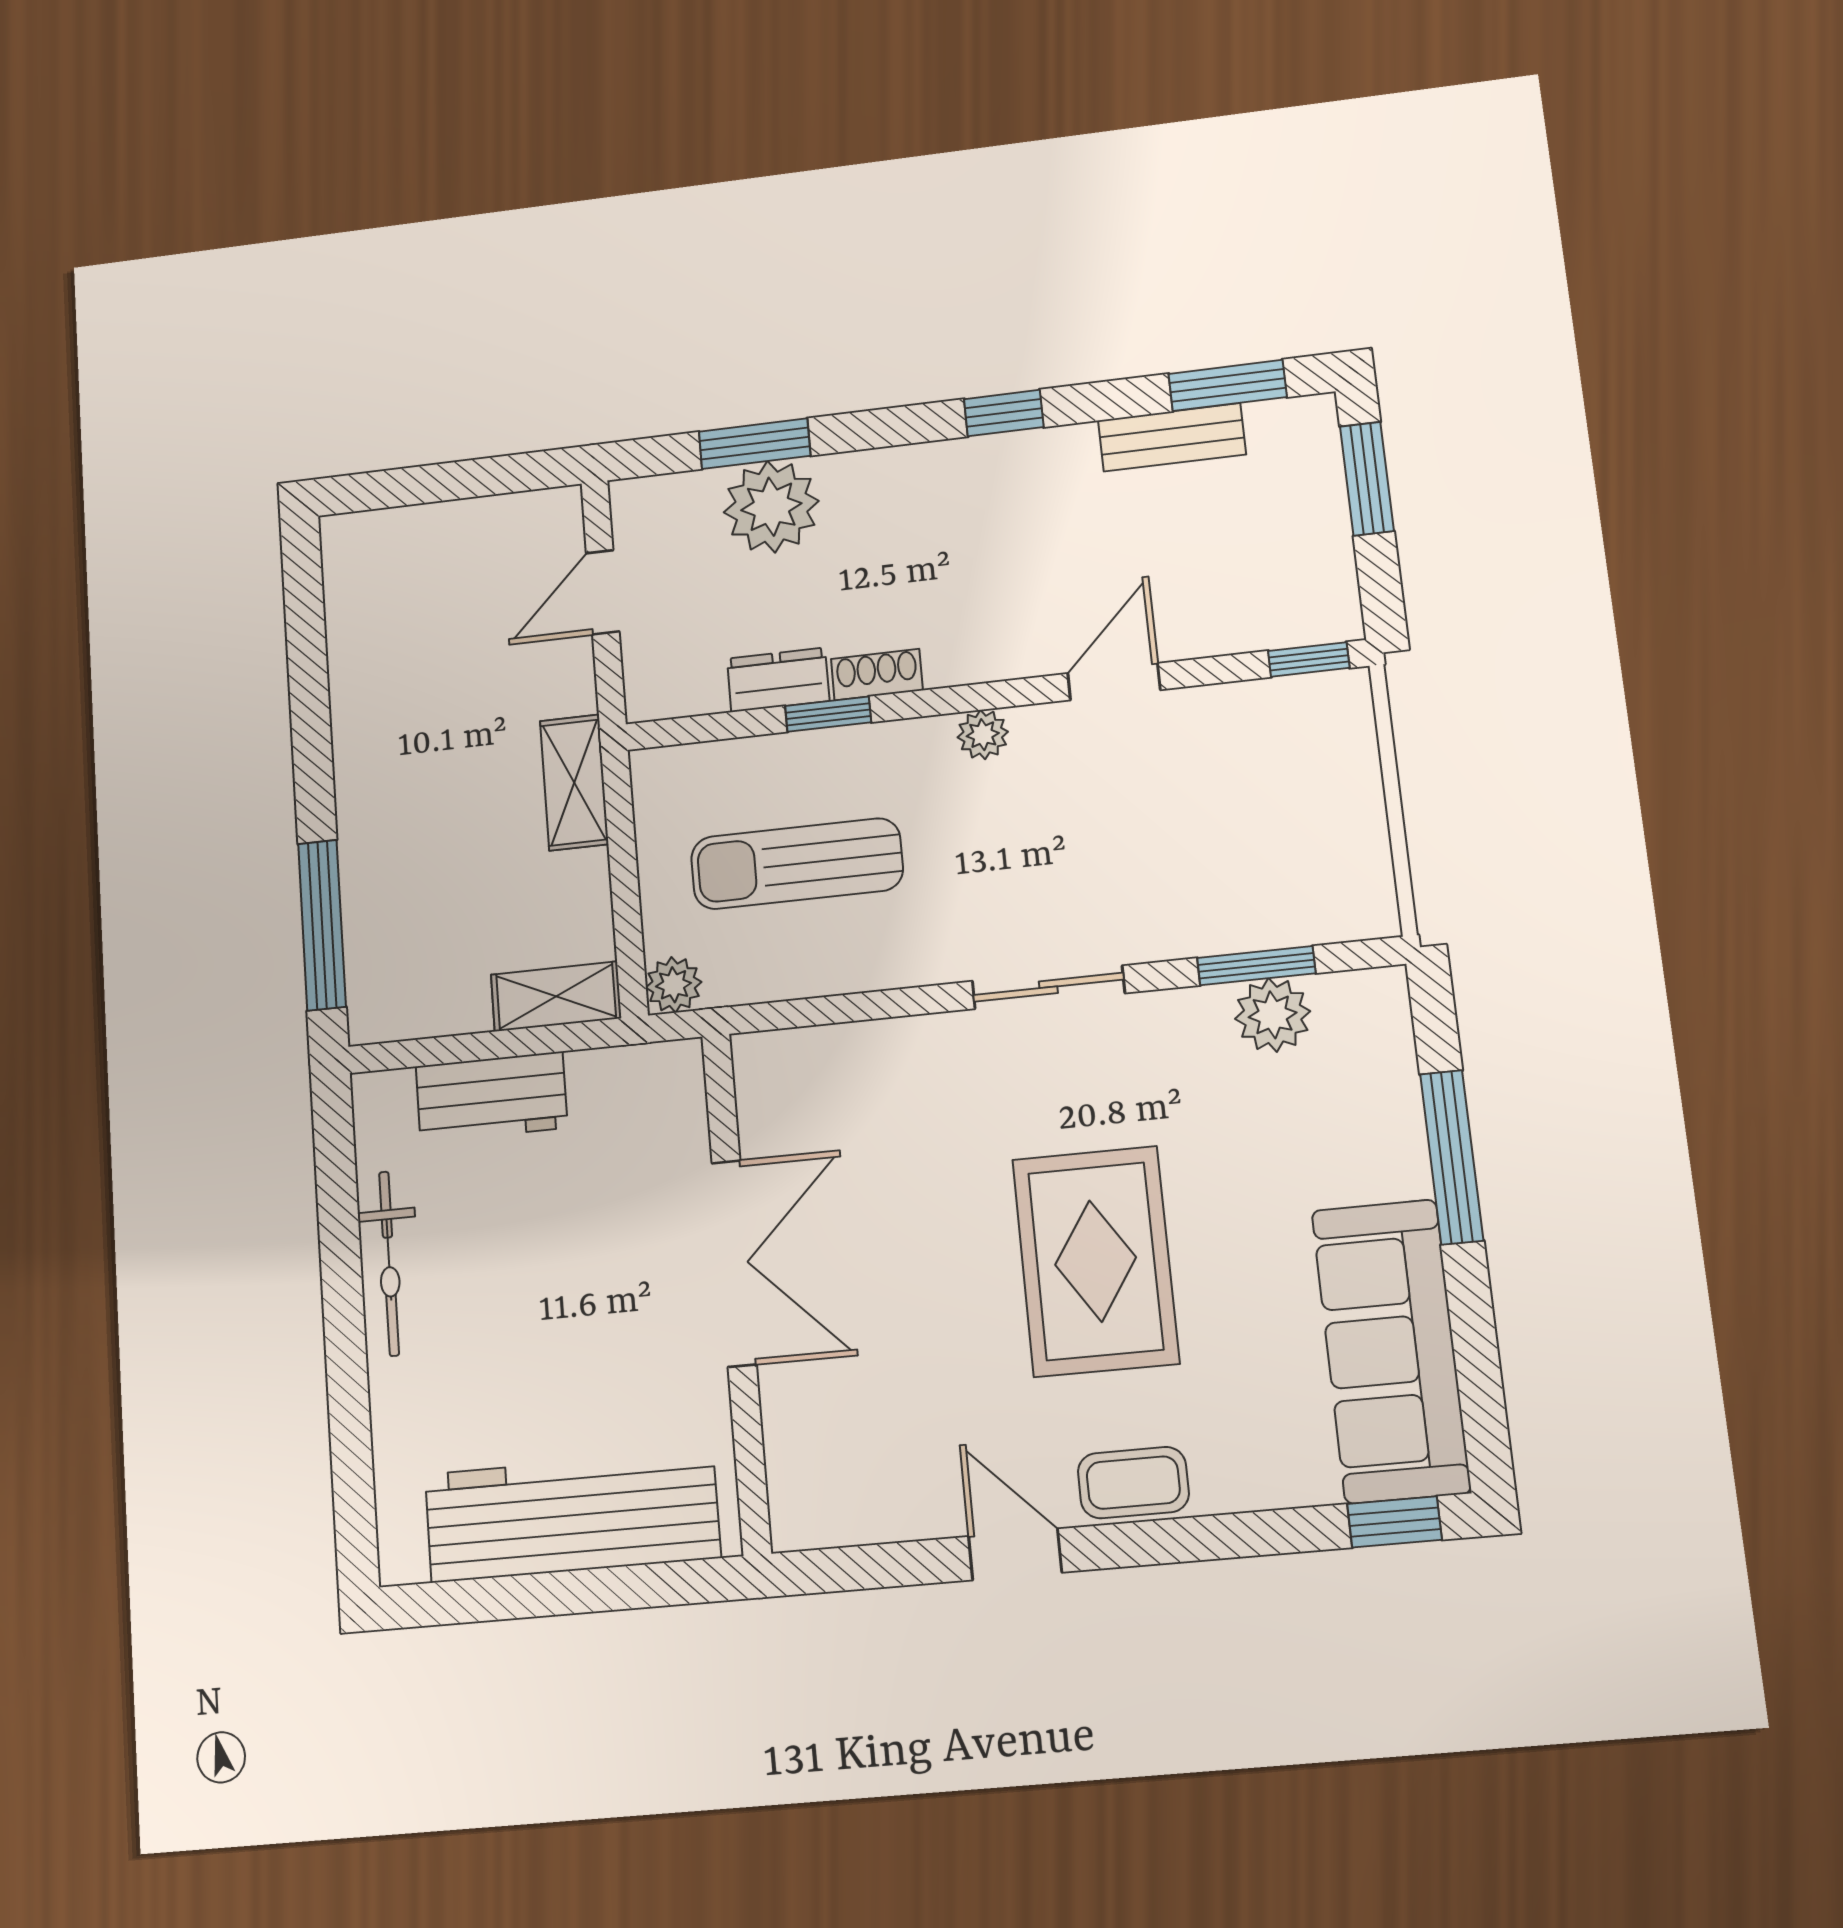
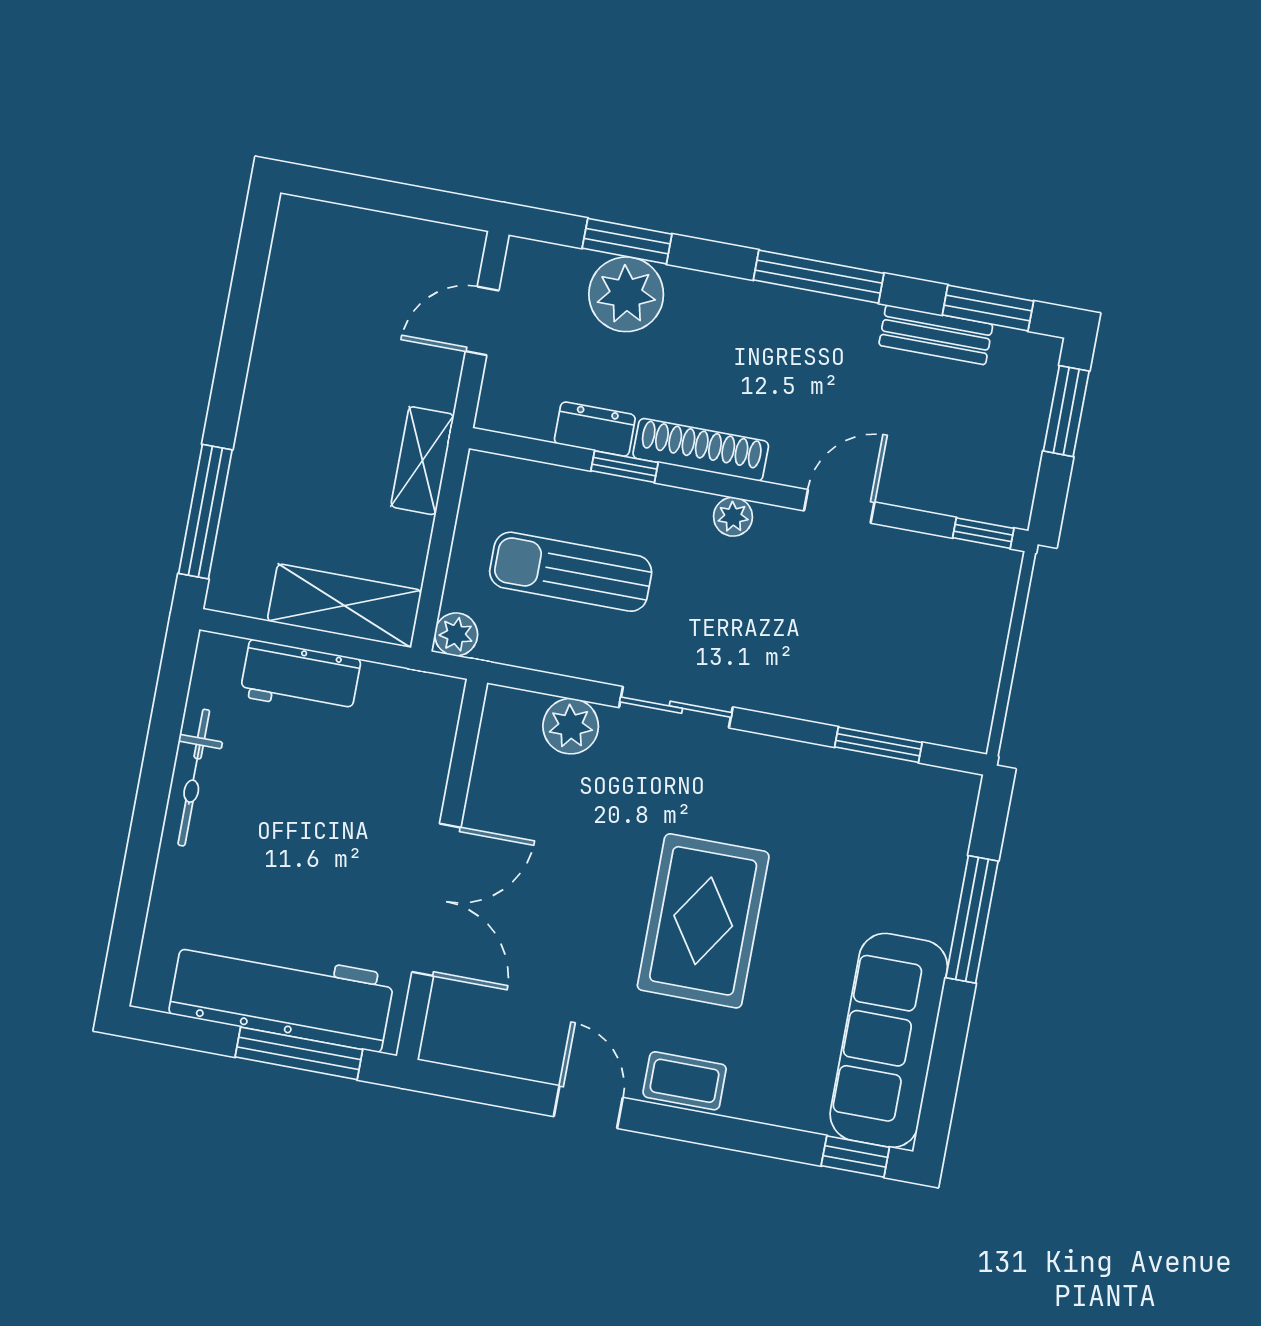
window: (1004, 413) -> (819, 277), width x2.17
shoe rack: (877, 675) -> (701, 450), width x1.94, depth x1.24
sliding door: (1048, 987) -> (676, 707), moved
shelving: (556, 996) -> (344, 606), width x1.50, depth x1.33
plant: (1273, 1015) -> (571, 726), moved
double door: (734, 1263) -> (436, 900), moved
window: (614, 1589) -> (299, 1053), added

